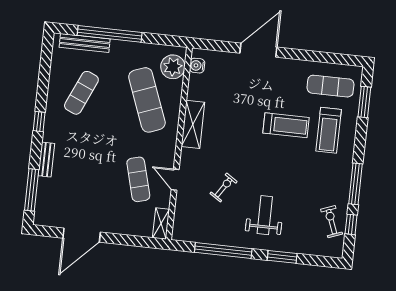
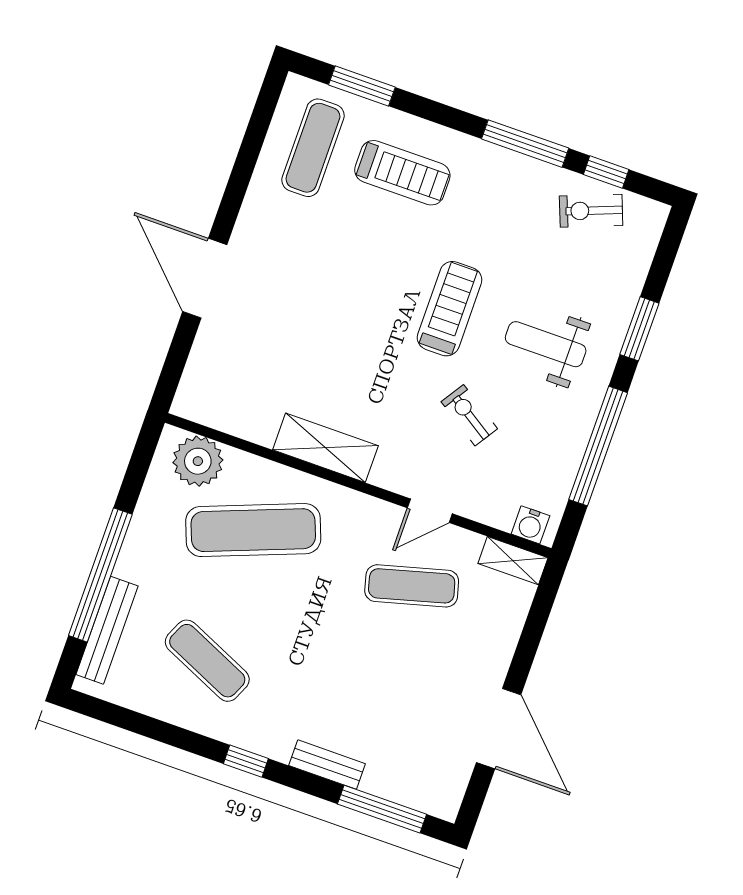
water cooler: (197, 66) -> (530, 525), moved
treadmill: (286, 125) -> (450, 309), moved

